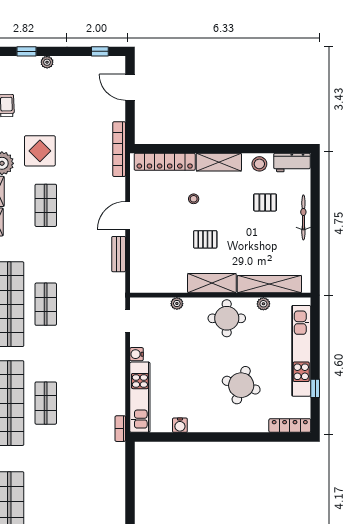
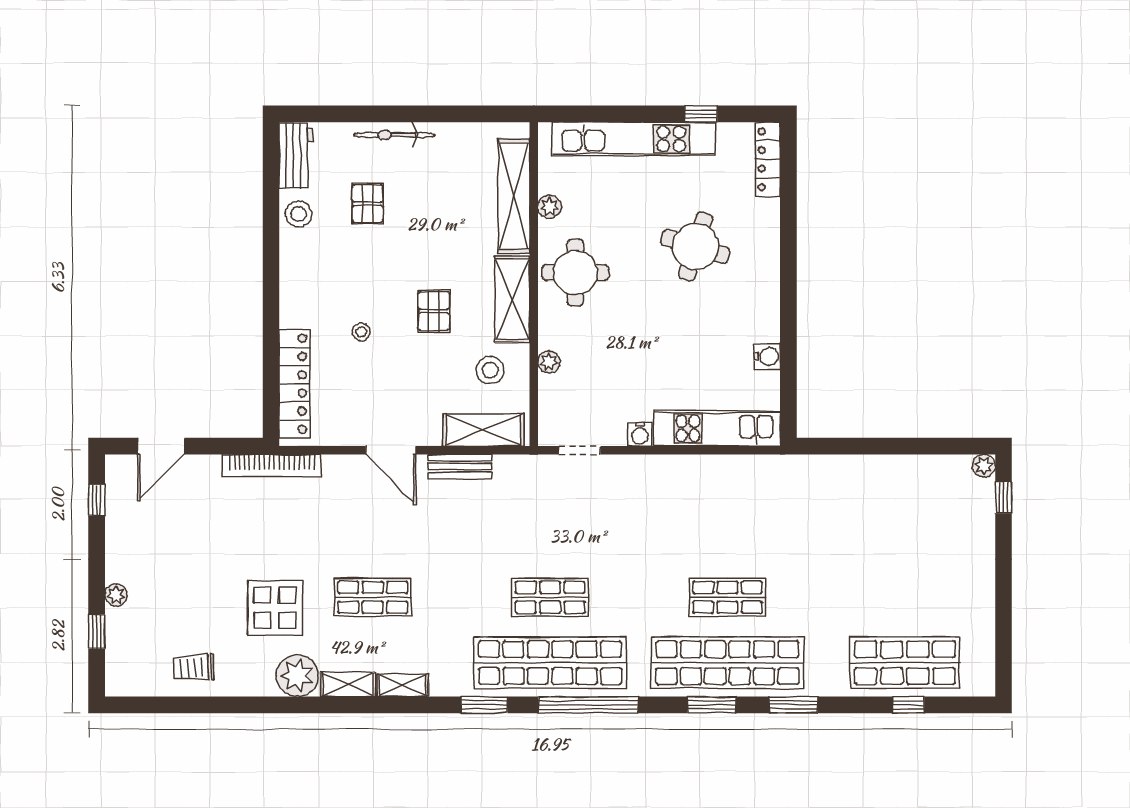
shelving: (219, 162) -> (483, 430), moved, turned 90
stool: (172, 271) -> (490, 370), added
bookcase: (120, 429) -> (773, 464), removed

